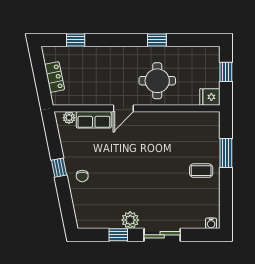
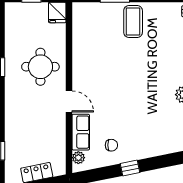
coffee table: (201, 171) -> (133, 21), width x1.36, depth x1.30
chair: (82, 176) -> (111, 145), moved

